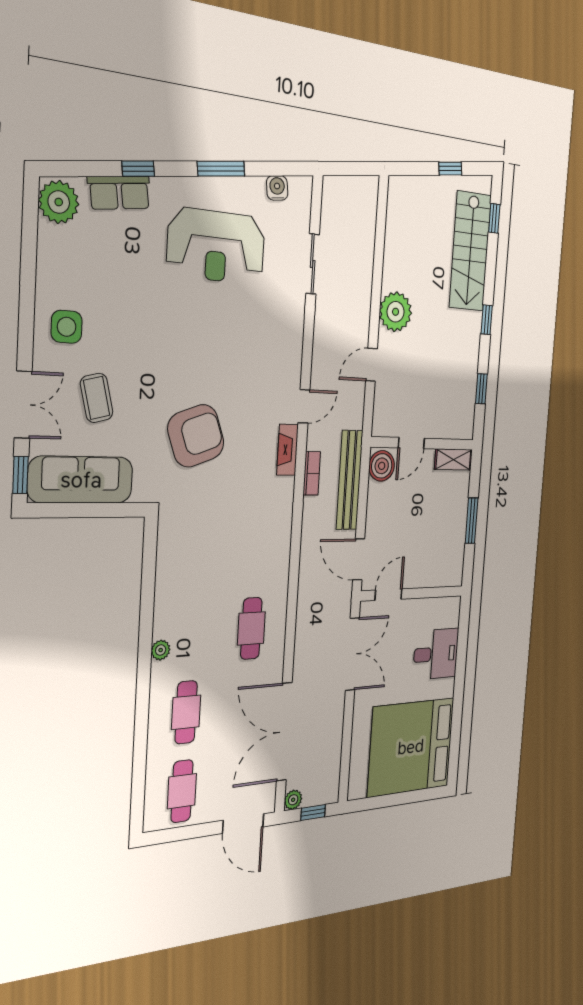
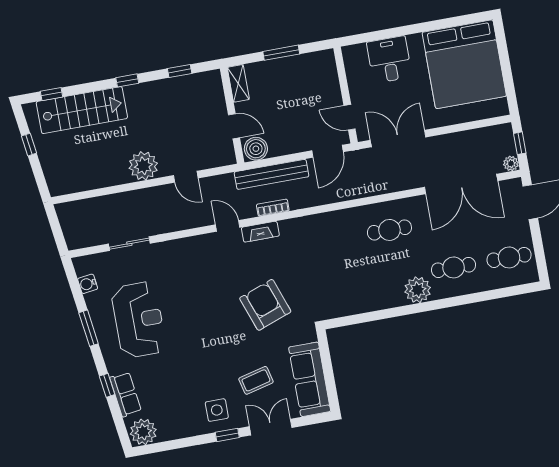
window: (20, 475) -> (227, 435), moved
plant: (161, 650) -> (418, 290), width x1.87, depth x1.87

